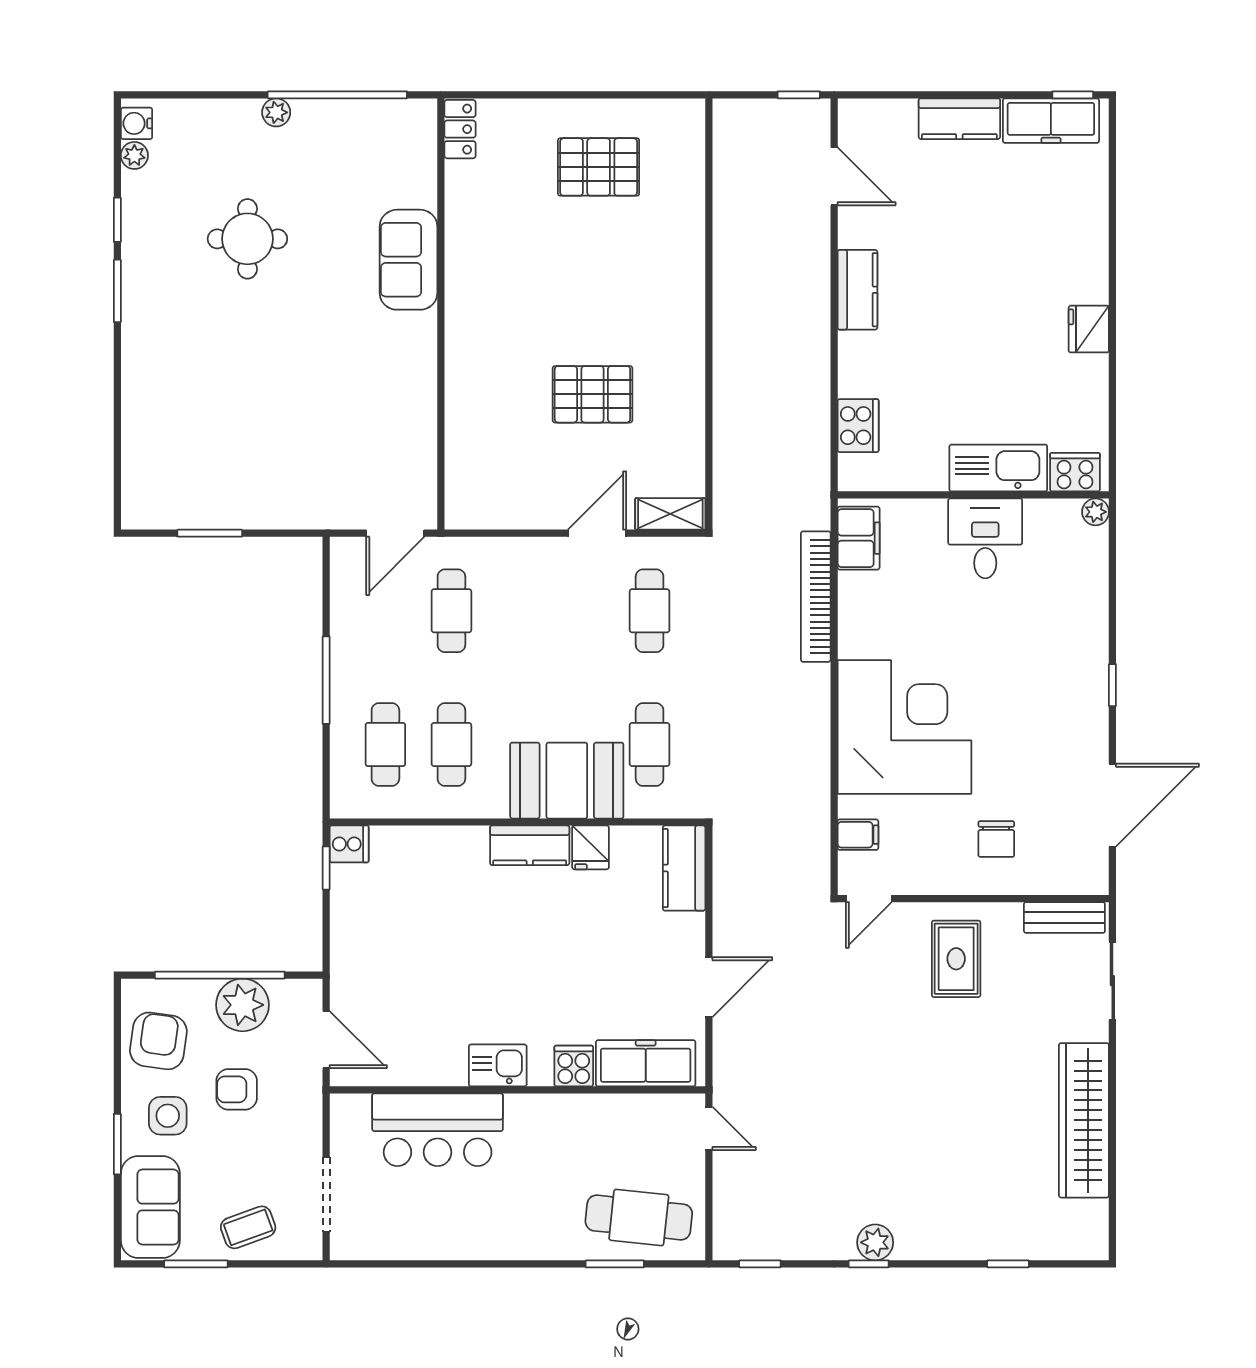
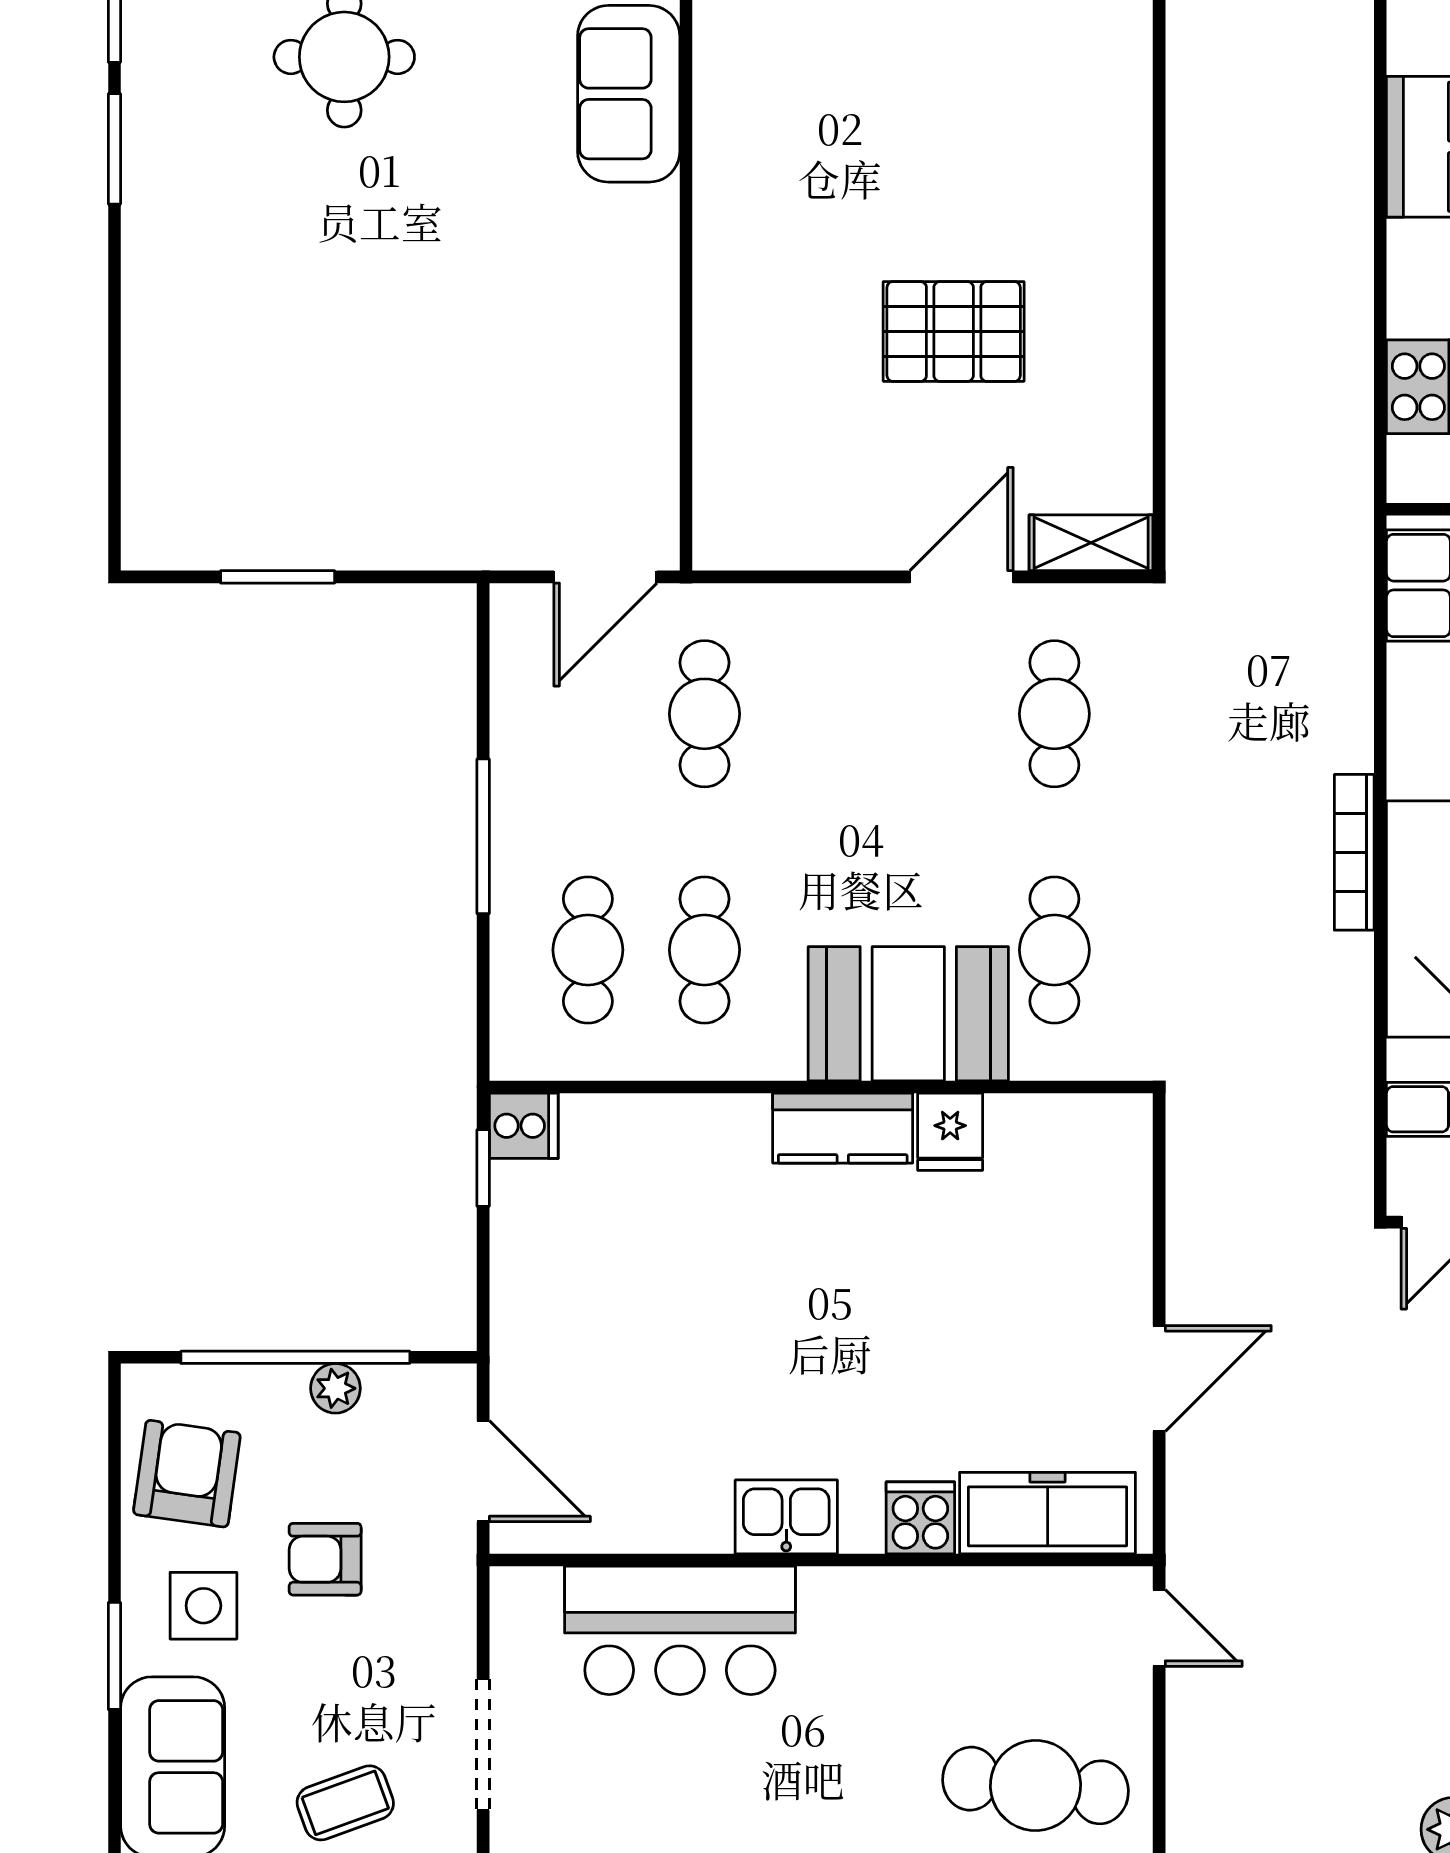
bookcase: (816, 597) -> (1354, 852), moved, width x0.68, depth x0.76
kitchen counter: (684, 868) -> (1115, 1168), removed
plant: (242, 1005) -> (335, 1388), width x0.53, depth x0.53

